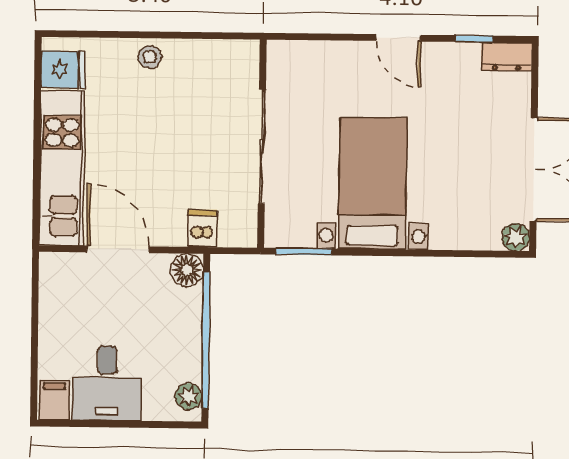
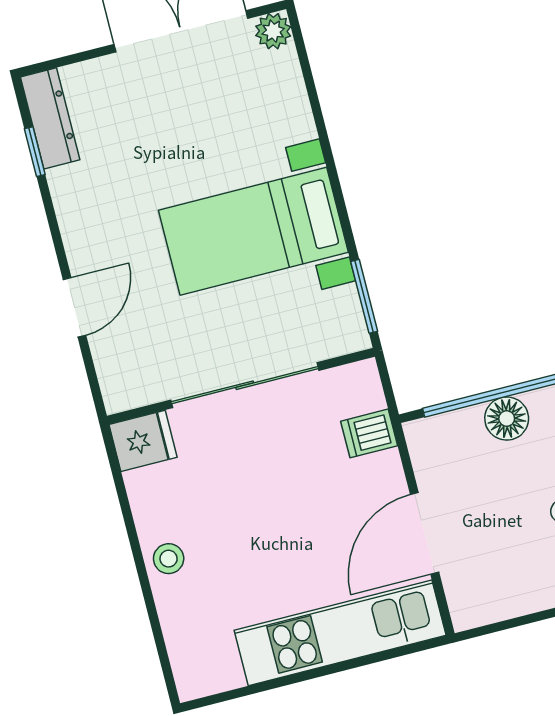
door: (398, 38) -> (74, 307), moved
dresser: (507, 57) -> (50, 118), width x1.44
fridge: (63, 69) -> (143, 441), moved, turned 90
floor lamp: (187, 270) -> (507, 419), moved

